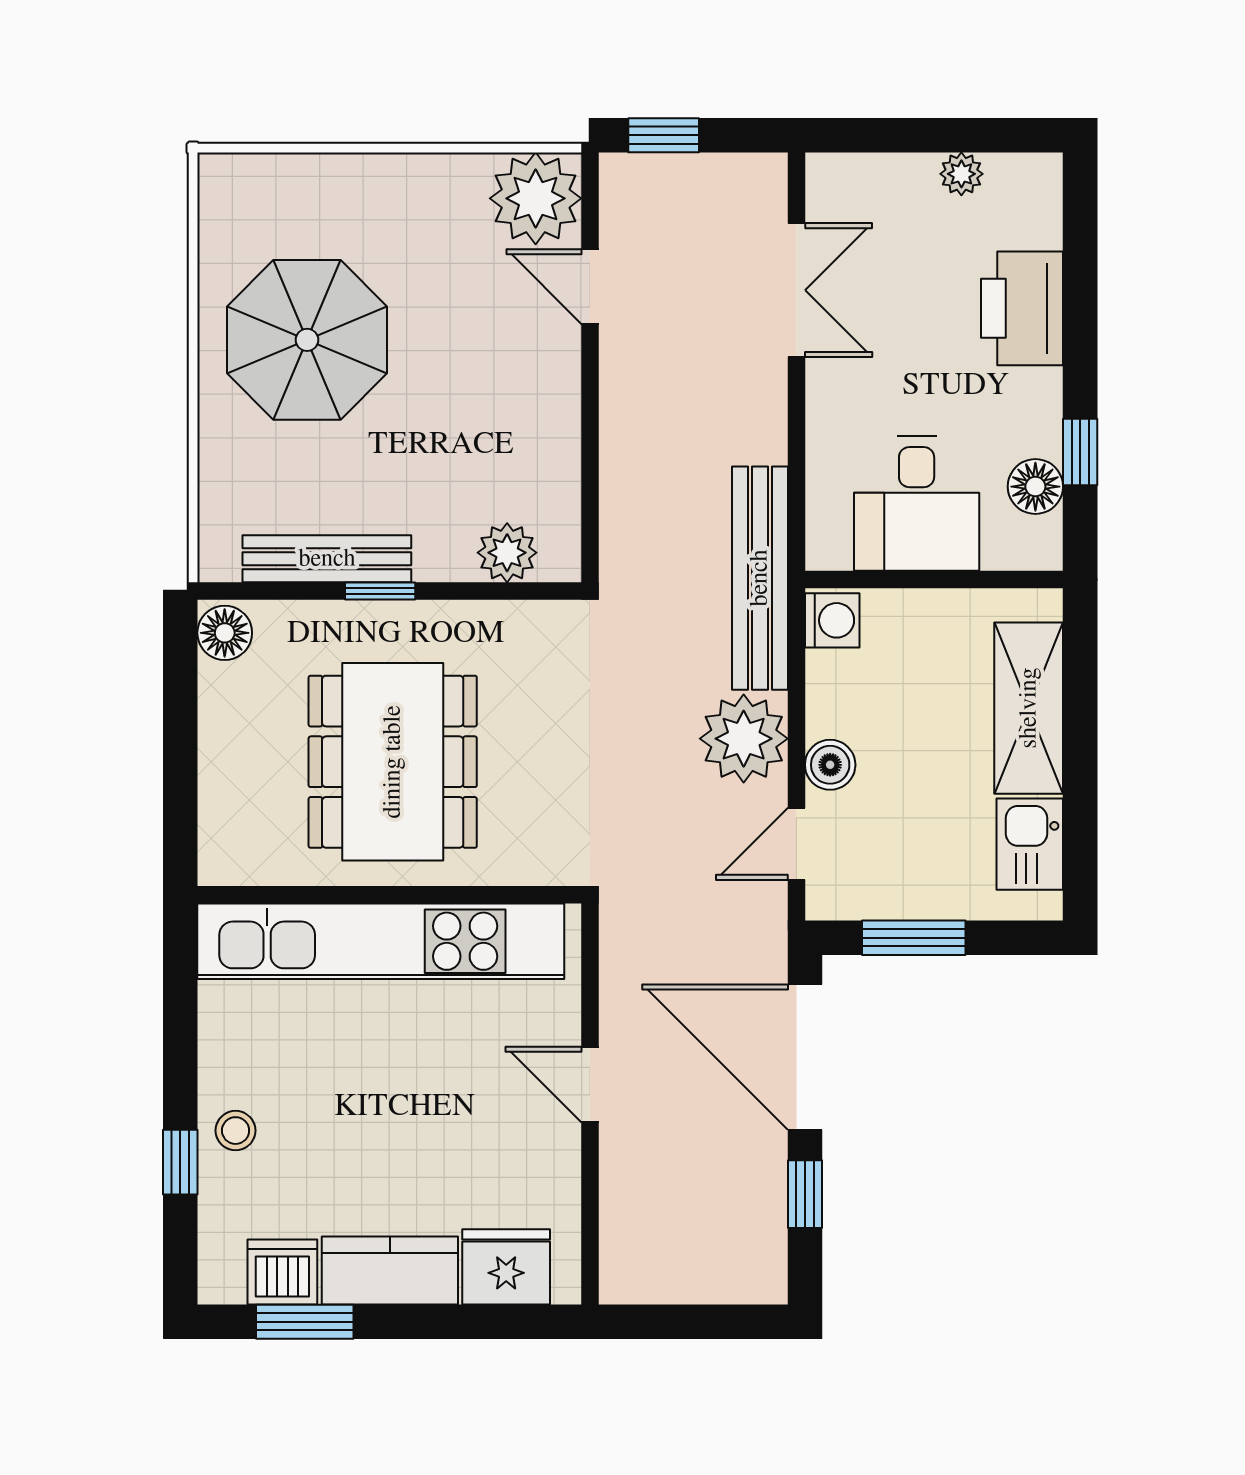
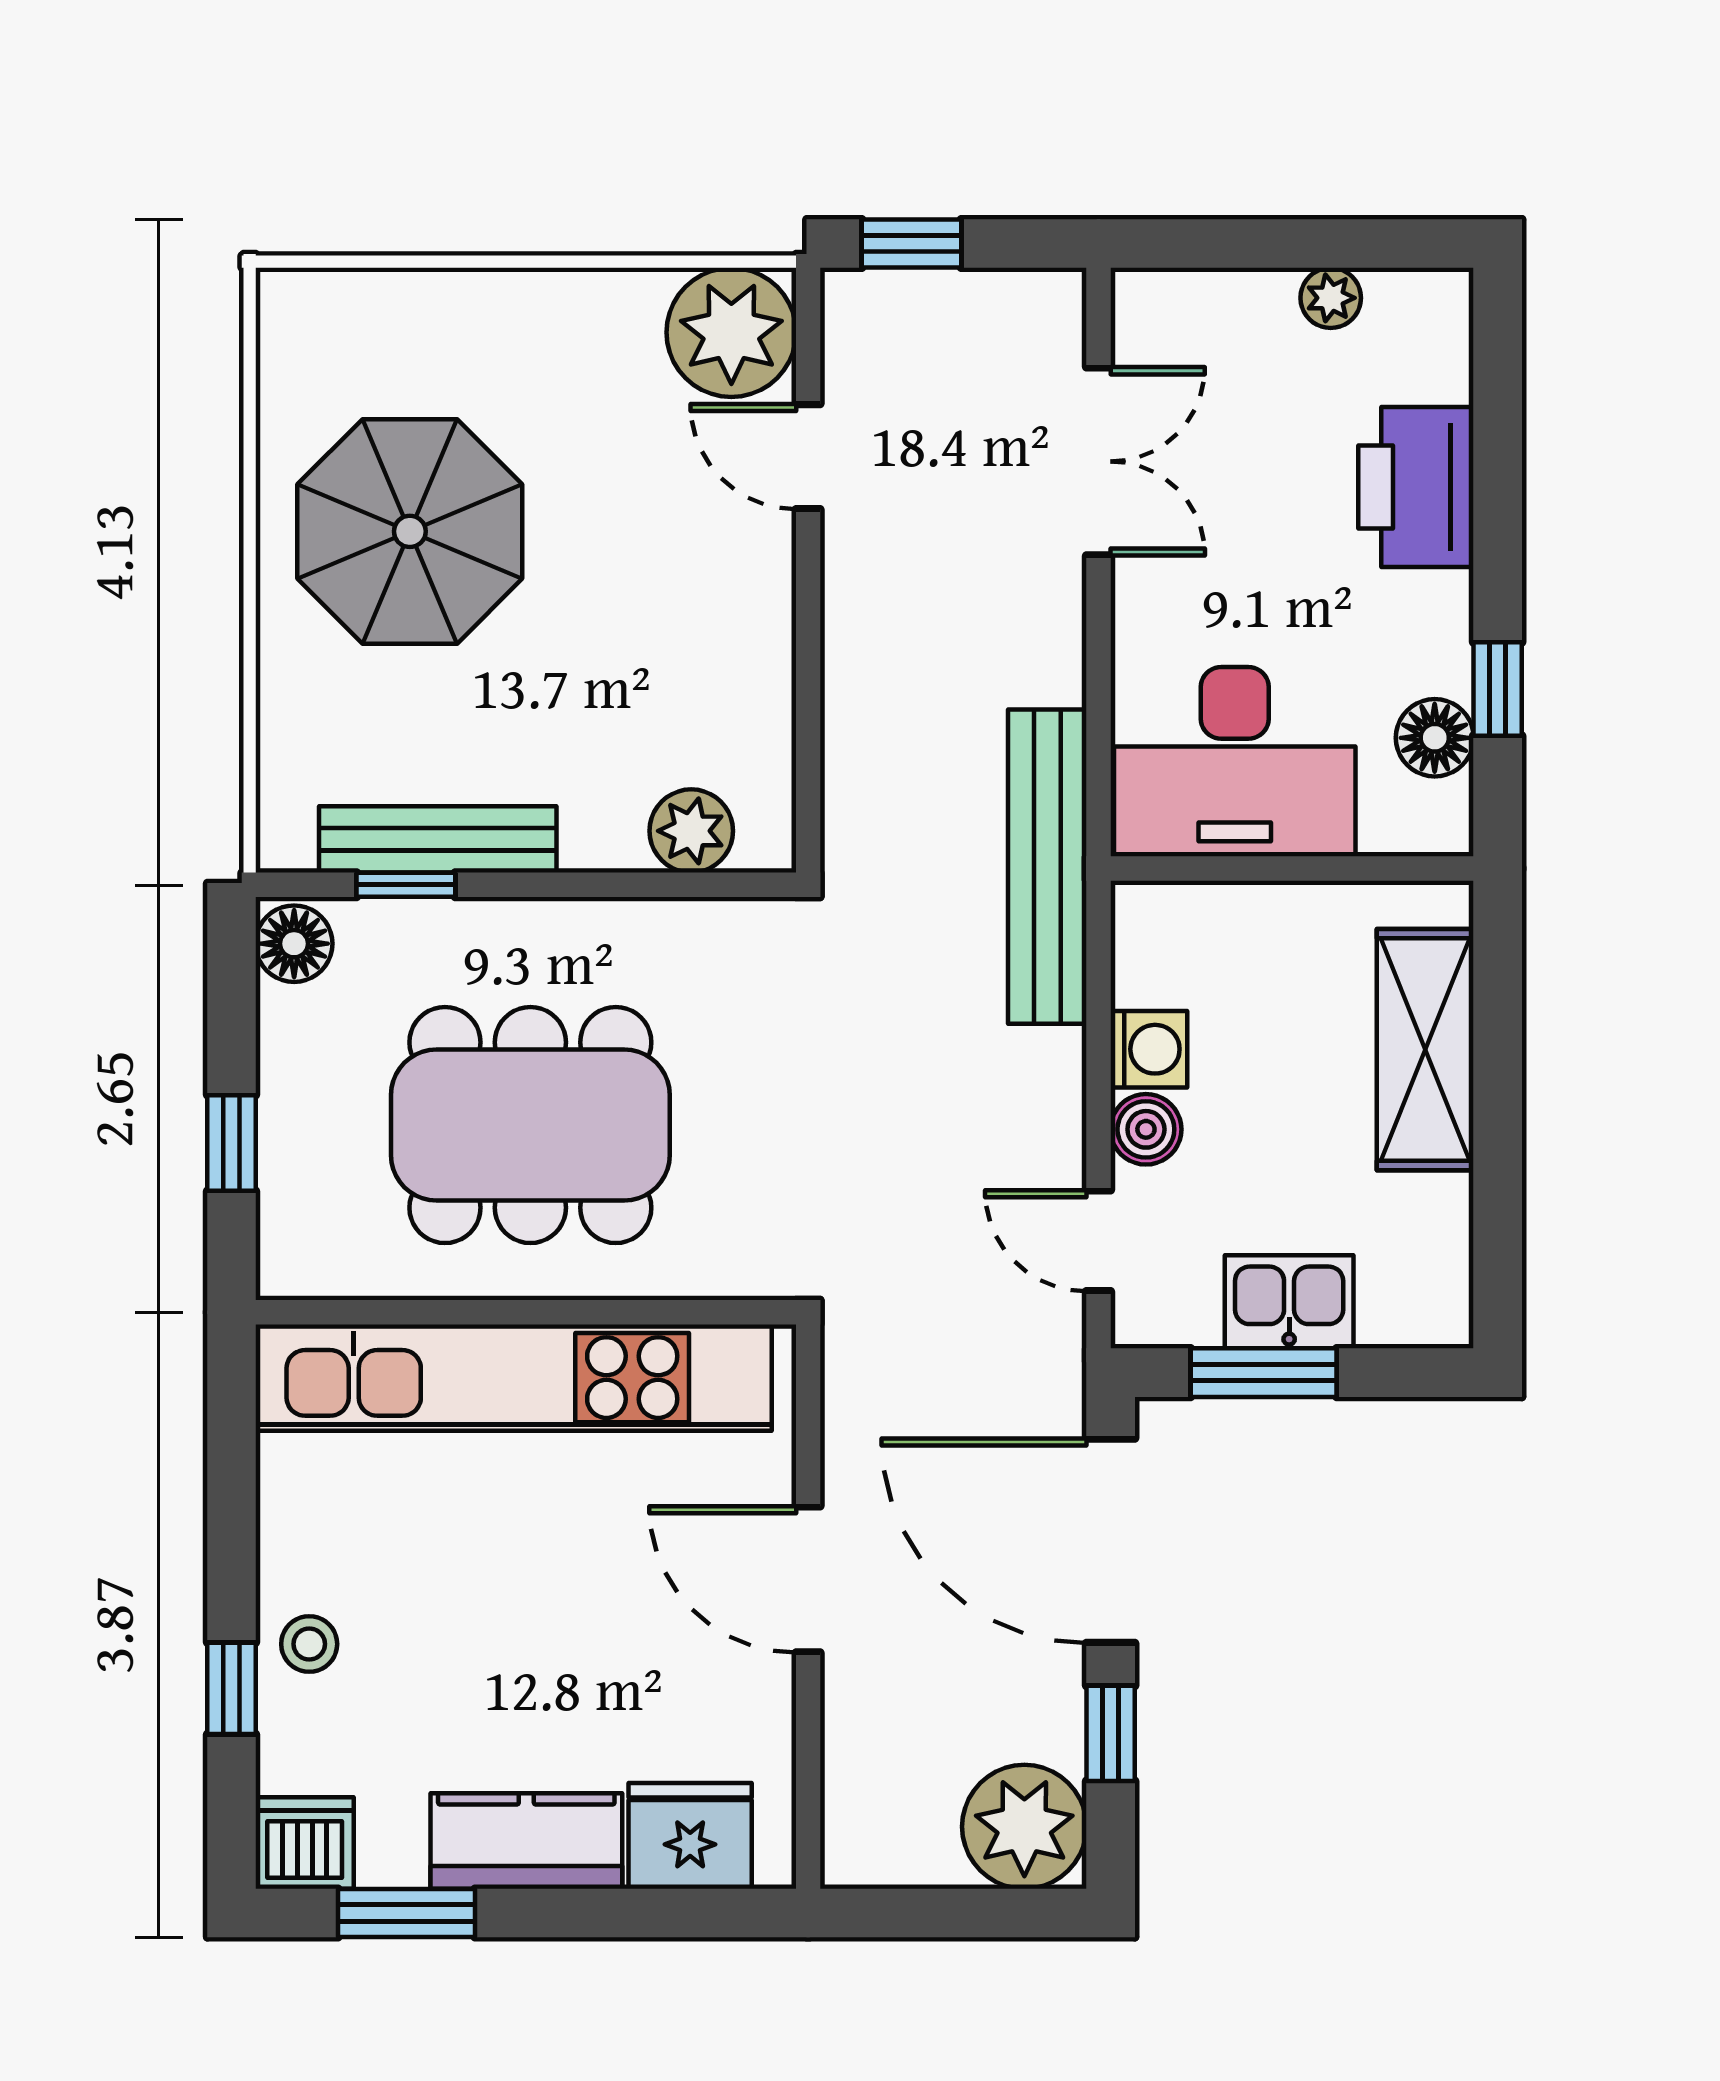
desk: (917, 504) -> (1235, 762), width x1.37
window: (380, 591) -> (406, 885), moved
washing machine: (832, 620) -> (1149, 1049), moved
plant: (744, 739) -> (1024, 1827), moved
dining table: (393, 762) -> (530, 1125), turned 90
window: (180, 774) -> (231, 1143), added
door: (796, 844) -> (1098, 1241), hinge flipped
kitchen sink: (1030, 844) -> (1289, 1302), moved, turned 90
door: (590, 1085) -> (808, 1579), width x1.38
dishwasher: (282, 1272) -> (305, 1843), moved

